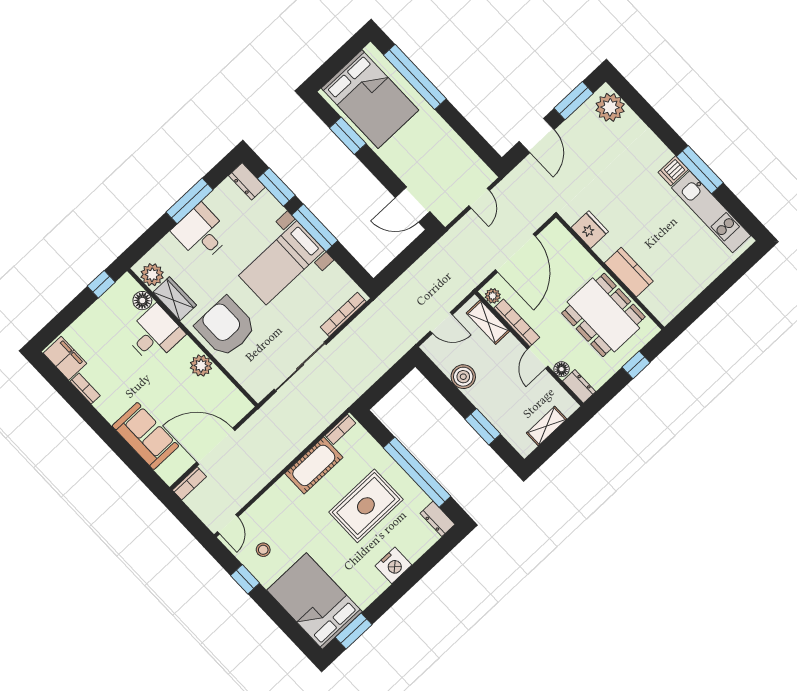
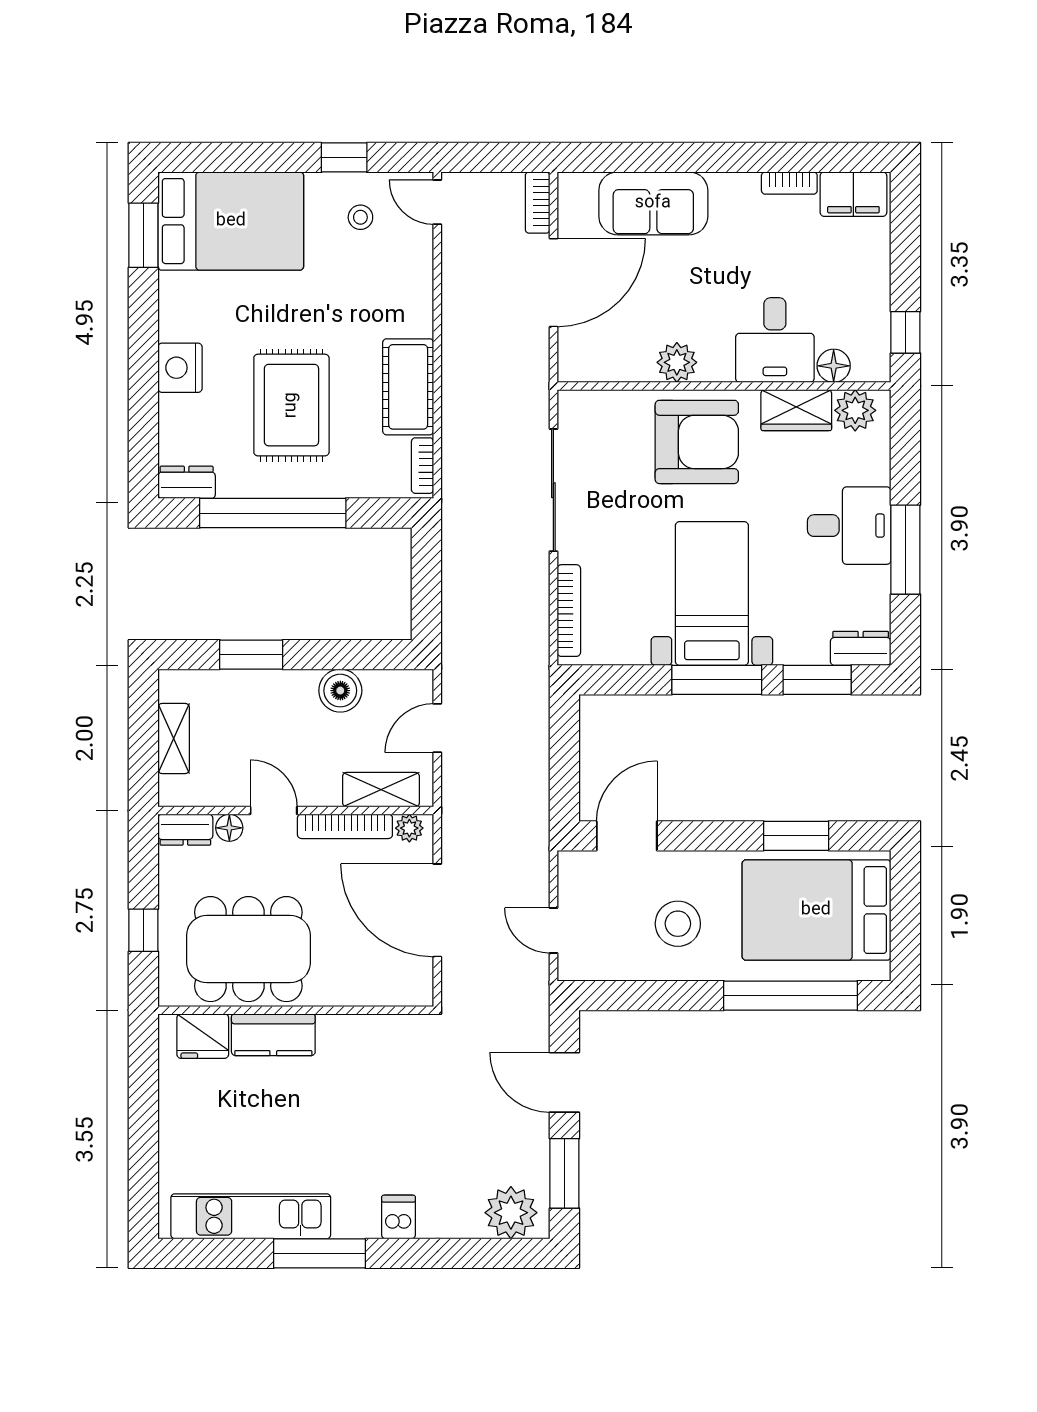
stool: (429, 150) -> (678, 924), added
dishwasher: (673, 171) -> (399, 1217), moved
fridge: (590, 230) -> (203, 1036), moved

